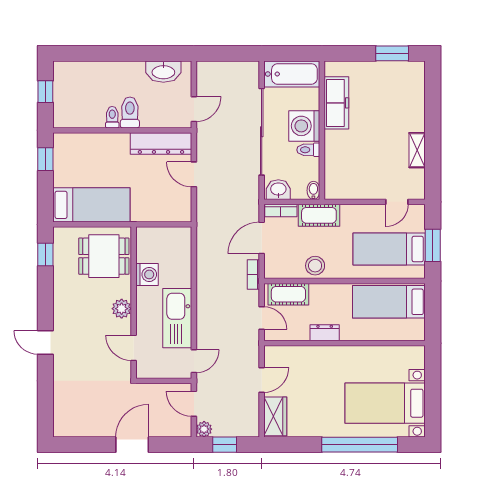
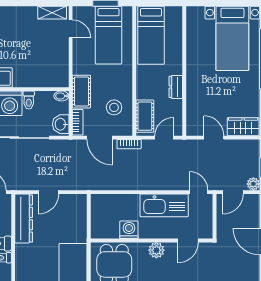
shelving: (417, 150) -> (52, 13), moved
stool: (315, 266) -> (114, 107), moved

